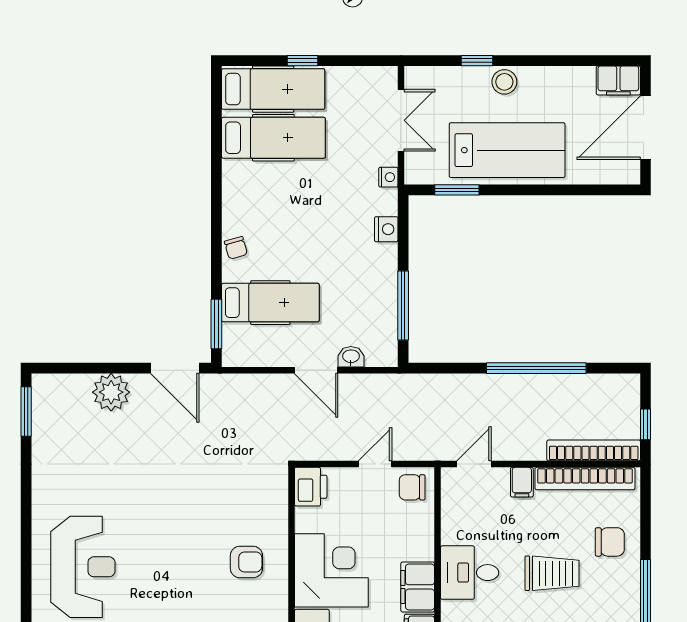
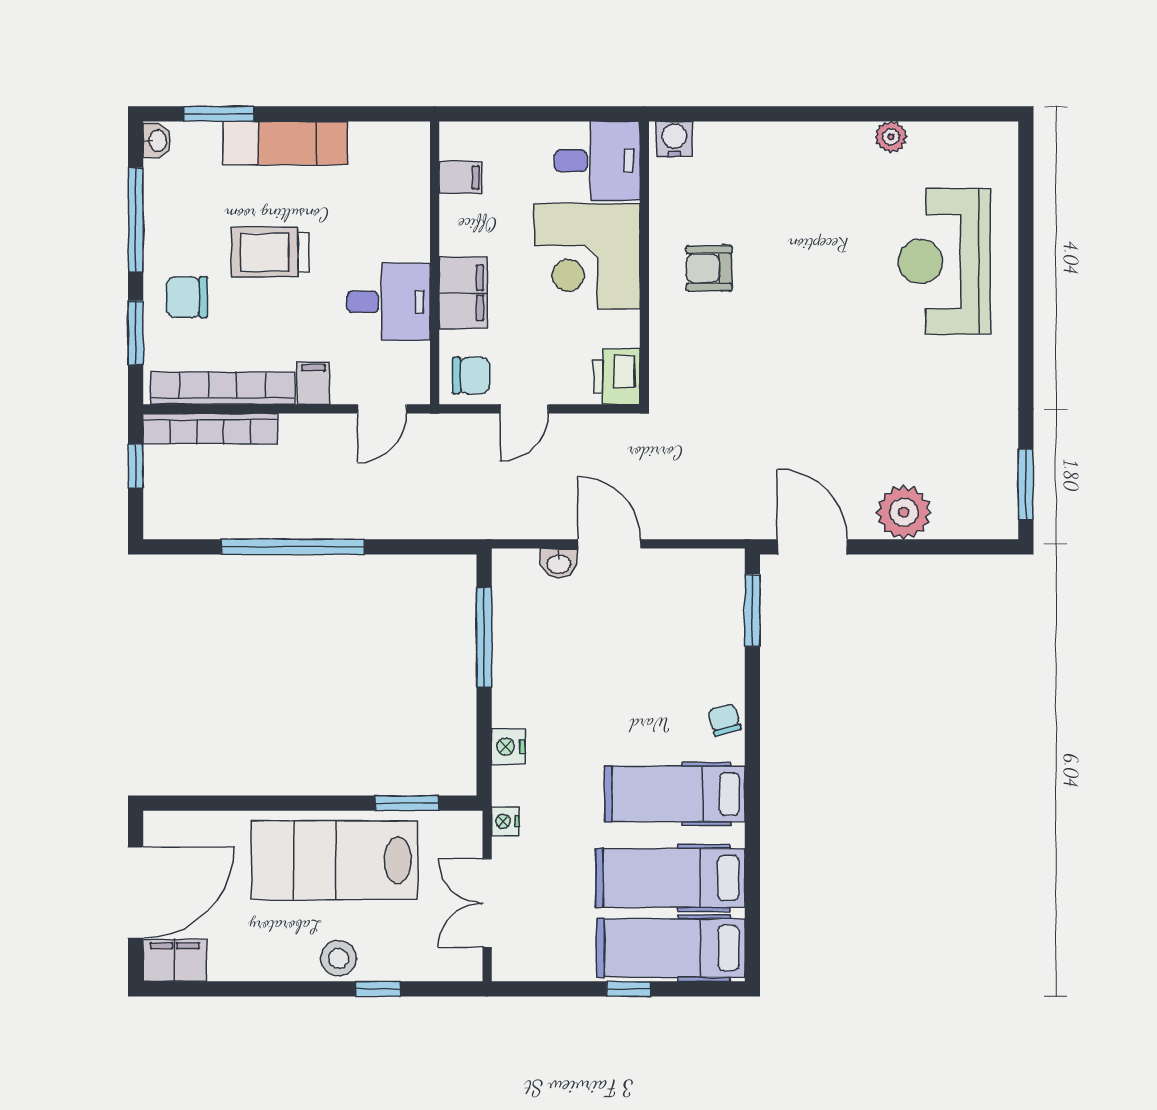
hospital bed: (270, 303) -> (675, 794), moved
window: (645, 517) -> (136, 333), added
desk: (470, 573) -> (388, 302), moved
filing cabinet: (418, 587) -> (463, 293), moved

